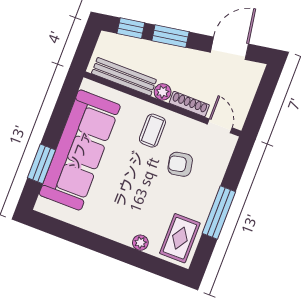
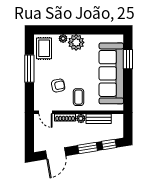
bench: (124, 77) -> (99, 119), width x0.73
plant: (120, 227) -> (76, 42), added

